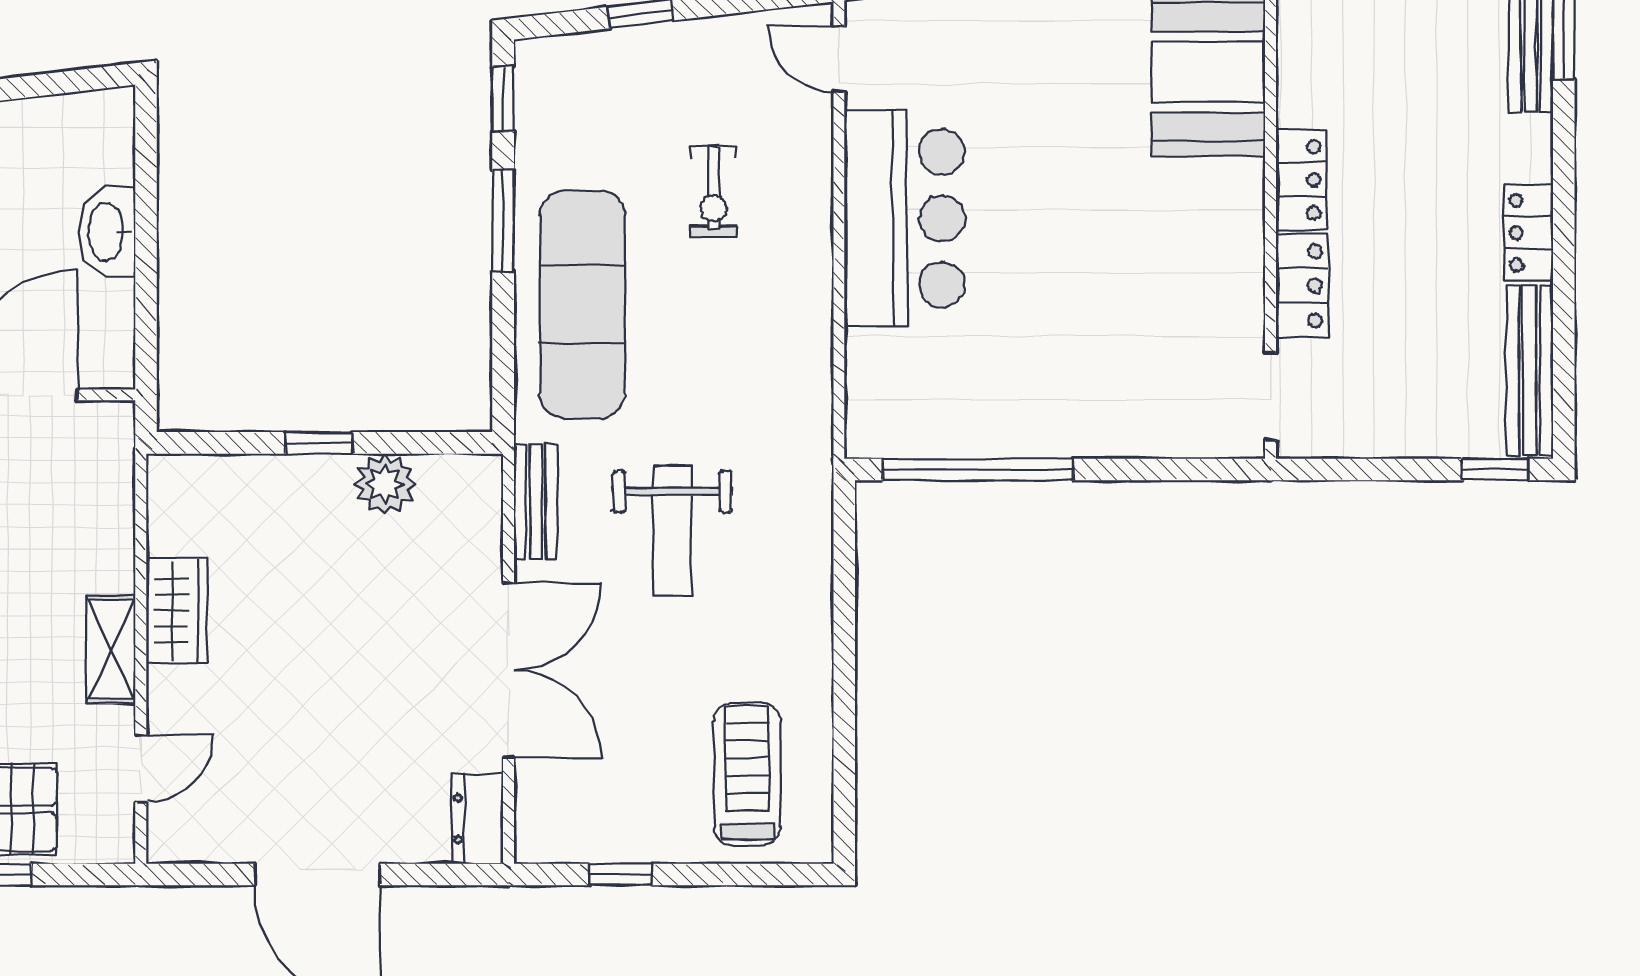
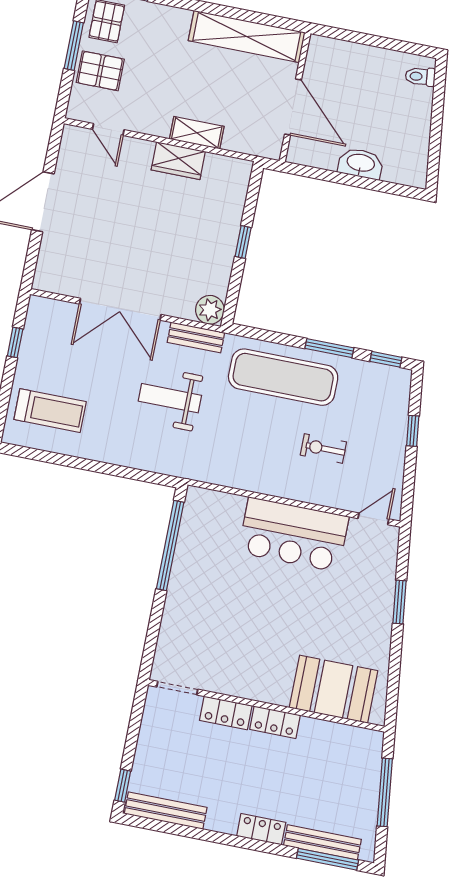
locker: (1529, 233) -> (261, 829), moved
plant: (385, 484) -> (210, 310), moved
shelving: (111, 649) -> (197, 133), moved
dresser: (478, 819) -> (54, 281), removed

